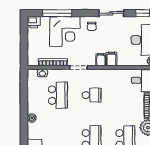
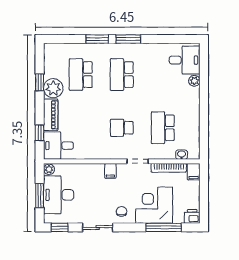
filing cabinet: (112, 59) -> (194, 172), moved
plant: (32, 118) -> (194, 81), moved

